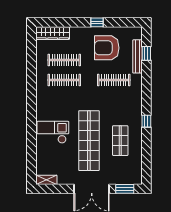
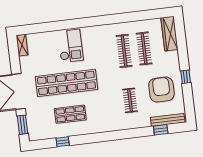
bench: (137, 56) -> (168, 120), moved
clothes rail: (114, 80) -> (130, 100), width x0.73
window: (146, 121) -> (63, 142), moved

